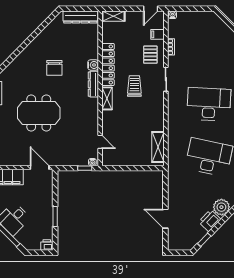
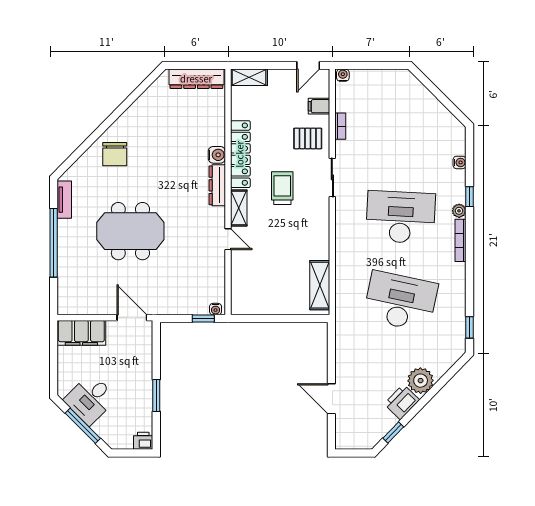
pallet: (150, 55) -> (308, 138), turned 90
chair: (54, 68) -> (115, 154), moved
door: (100, 142) -> (228, 239), moved

